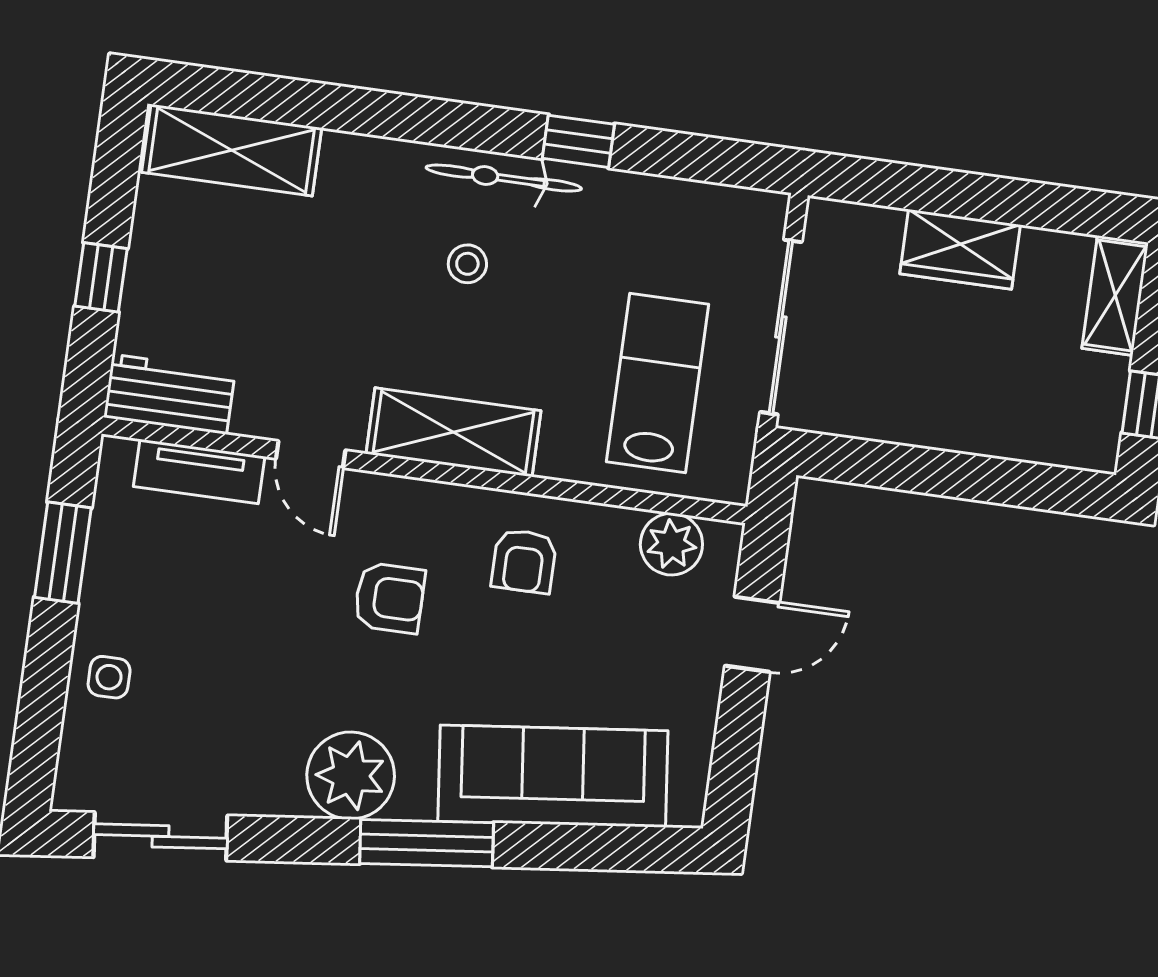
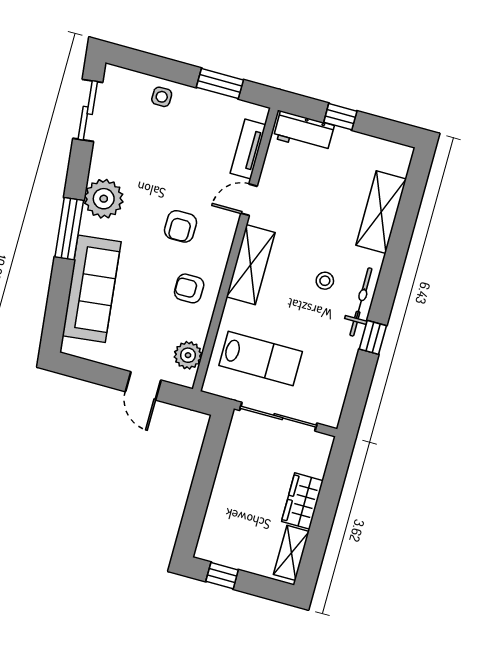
shelving: (232, 150) -> (381, 212), moved
shelving: (1115, 295) -> (291, 553), moved, turned 90
workbench: (169, 394) -> (304, 132), moved, turned 90

